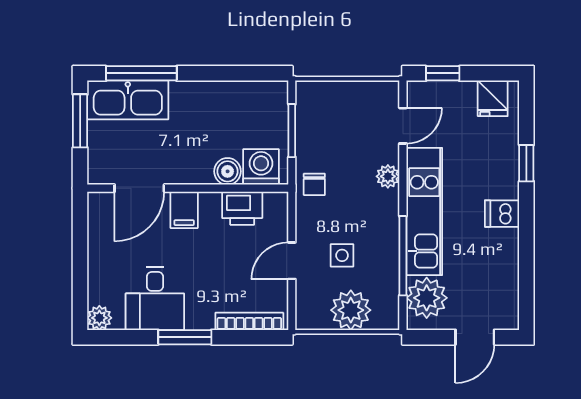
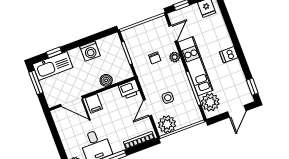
window: (141, 73) -> (54, 53), width x0.46
window: (526, 163) -> (252, 87), moved
washing machine: (261, 167) -> (90, 51), moved, turned 180
chair: (314, 184) -> (155, 58), moved
door: (139, 188) -> (72, 101), hinge flipped
printer: (242, 208) -> (129, 89), moved
plant: (351, 310) -> (167, 124), moved

